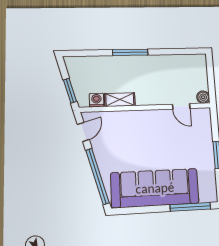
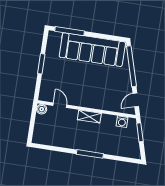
shelving: (120, 100) -> (89, 117), moved

